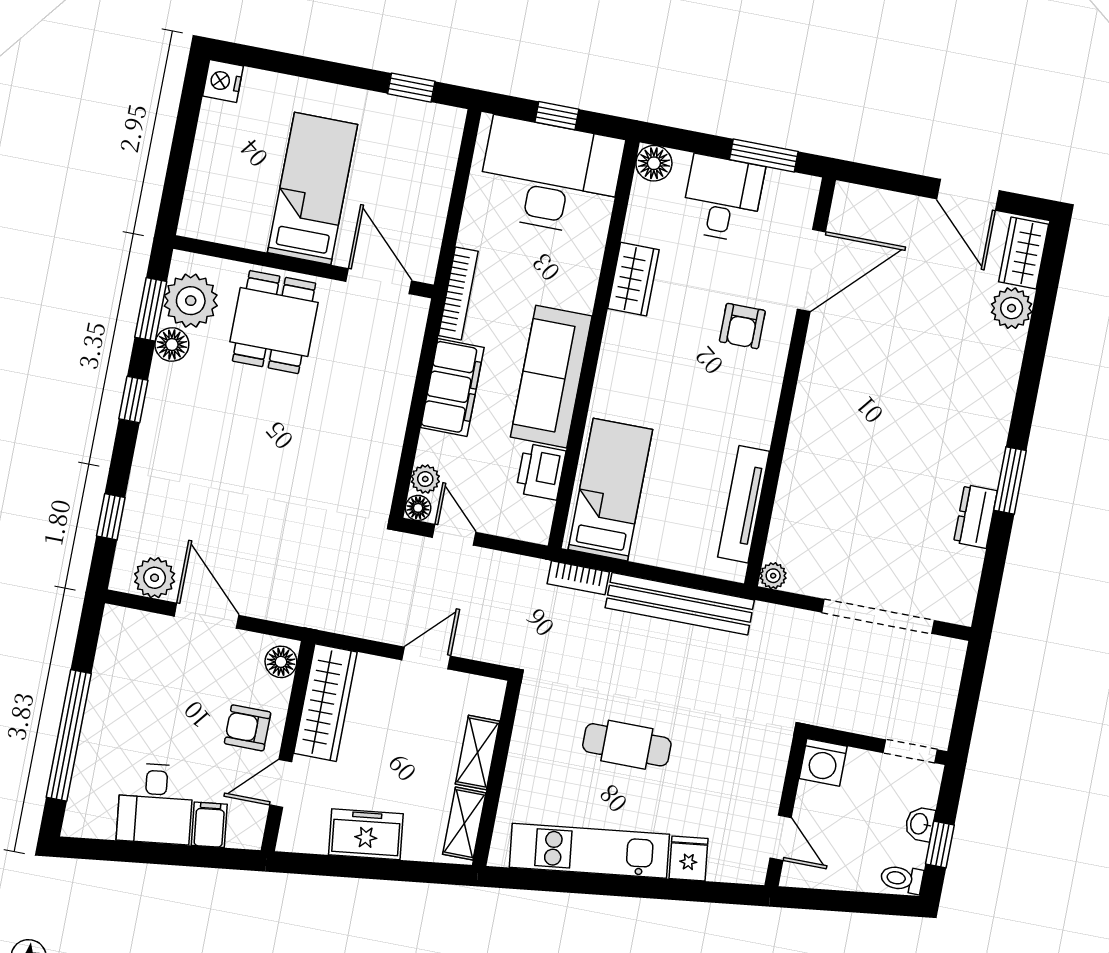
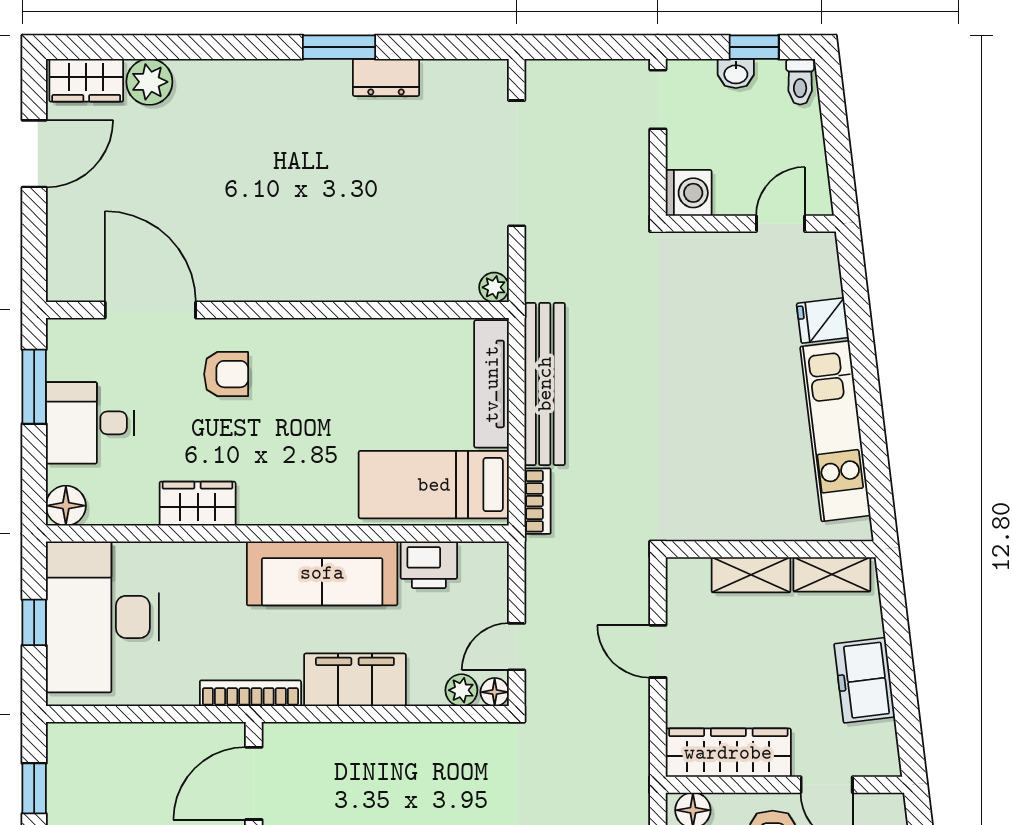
tv unit: (743, 504) -> (492, 384), moved, turned 90
cafe table: (627, 745) -> (711, 412), removed

